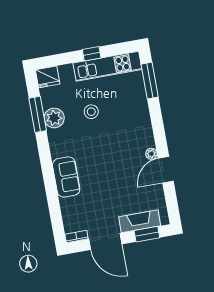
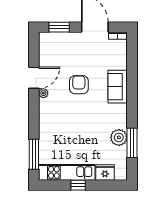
fridge: (48, 77) -> (105, 173), moved
stool: (91, 112) -> (87, 137), removed
armchair: (112, 171) -> (79, 85), added
fireplace: (140, 221) -> (63, 39), removed

